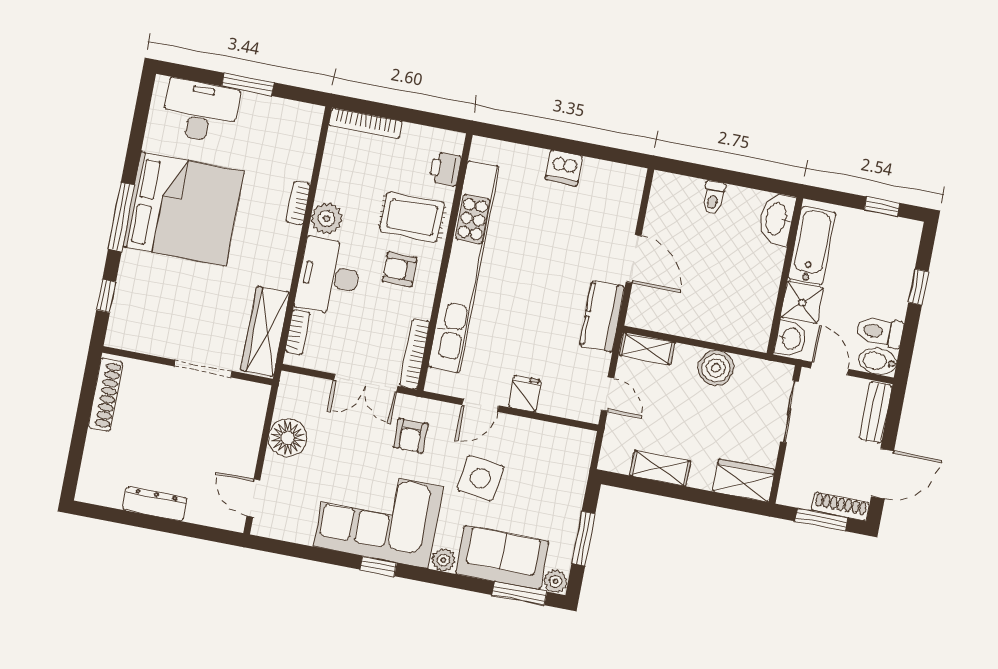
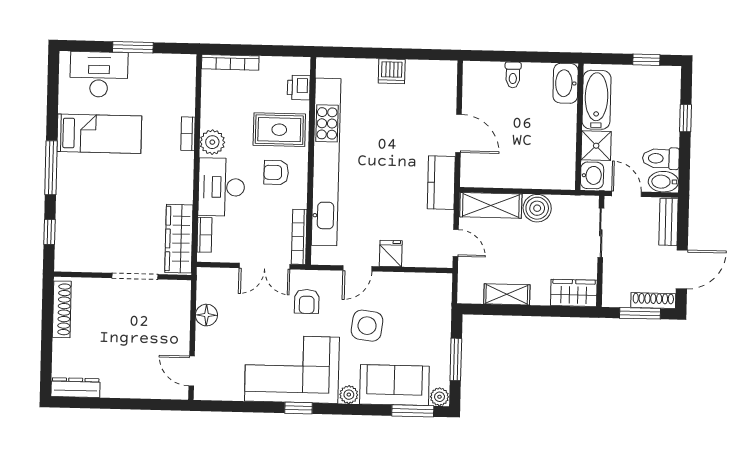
bed: (183, 209) -> (99, 134), width x0.49
shelving: (647, 349) -> (491, 205), width x1.50, depth x1.33
floor lamp: (288, 438) -> (206, 315), width x0.73, depth x0.73
dresser: (155, 504) -> (76, 388), moved

